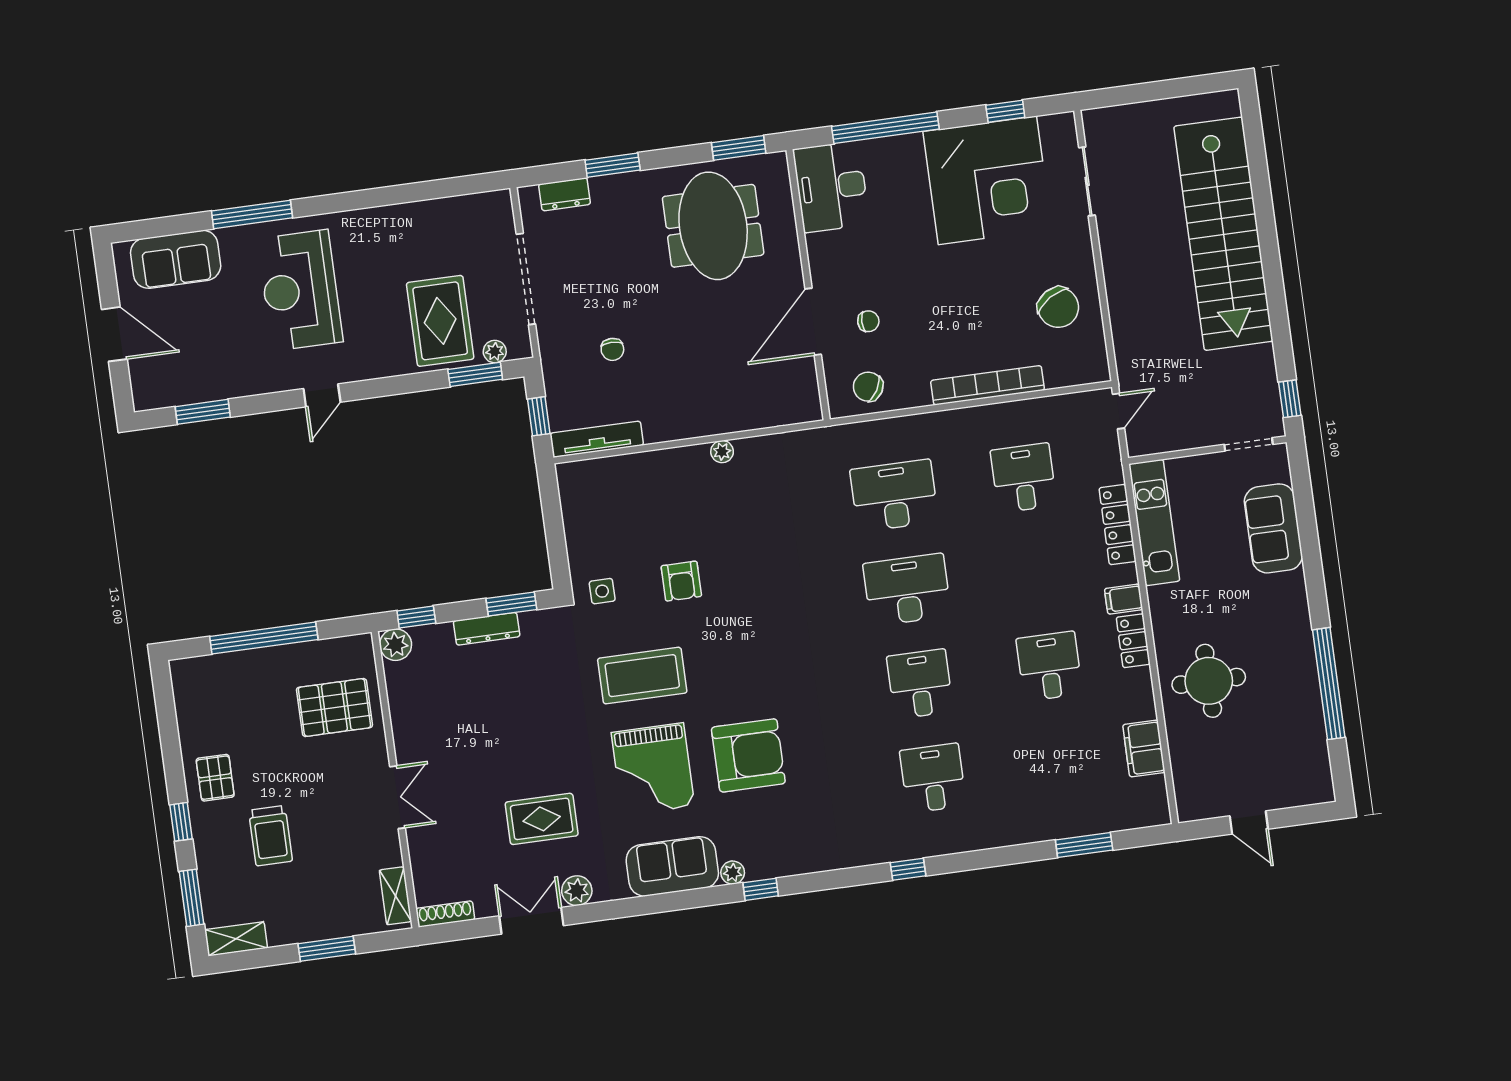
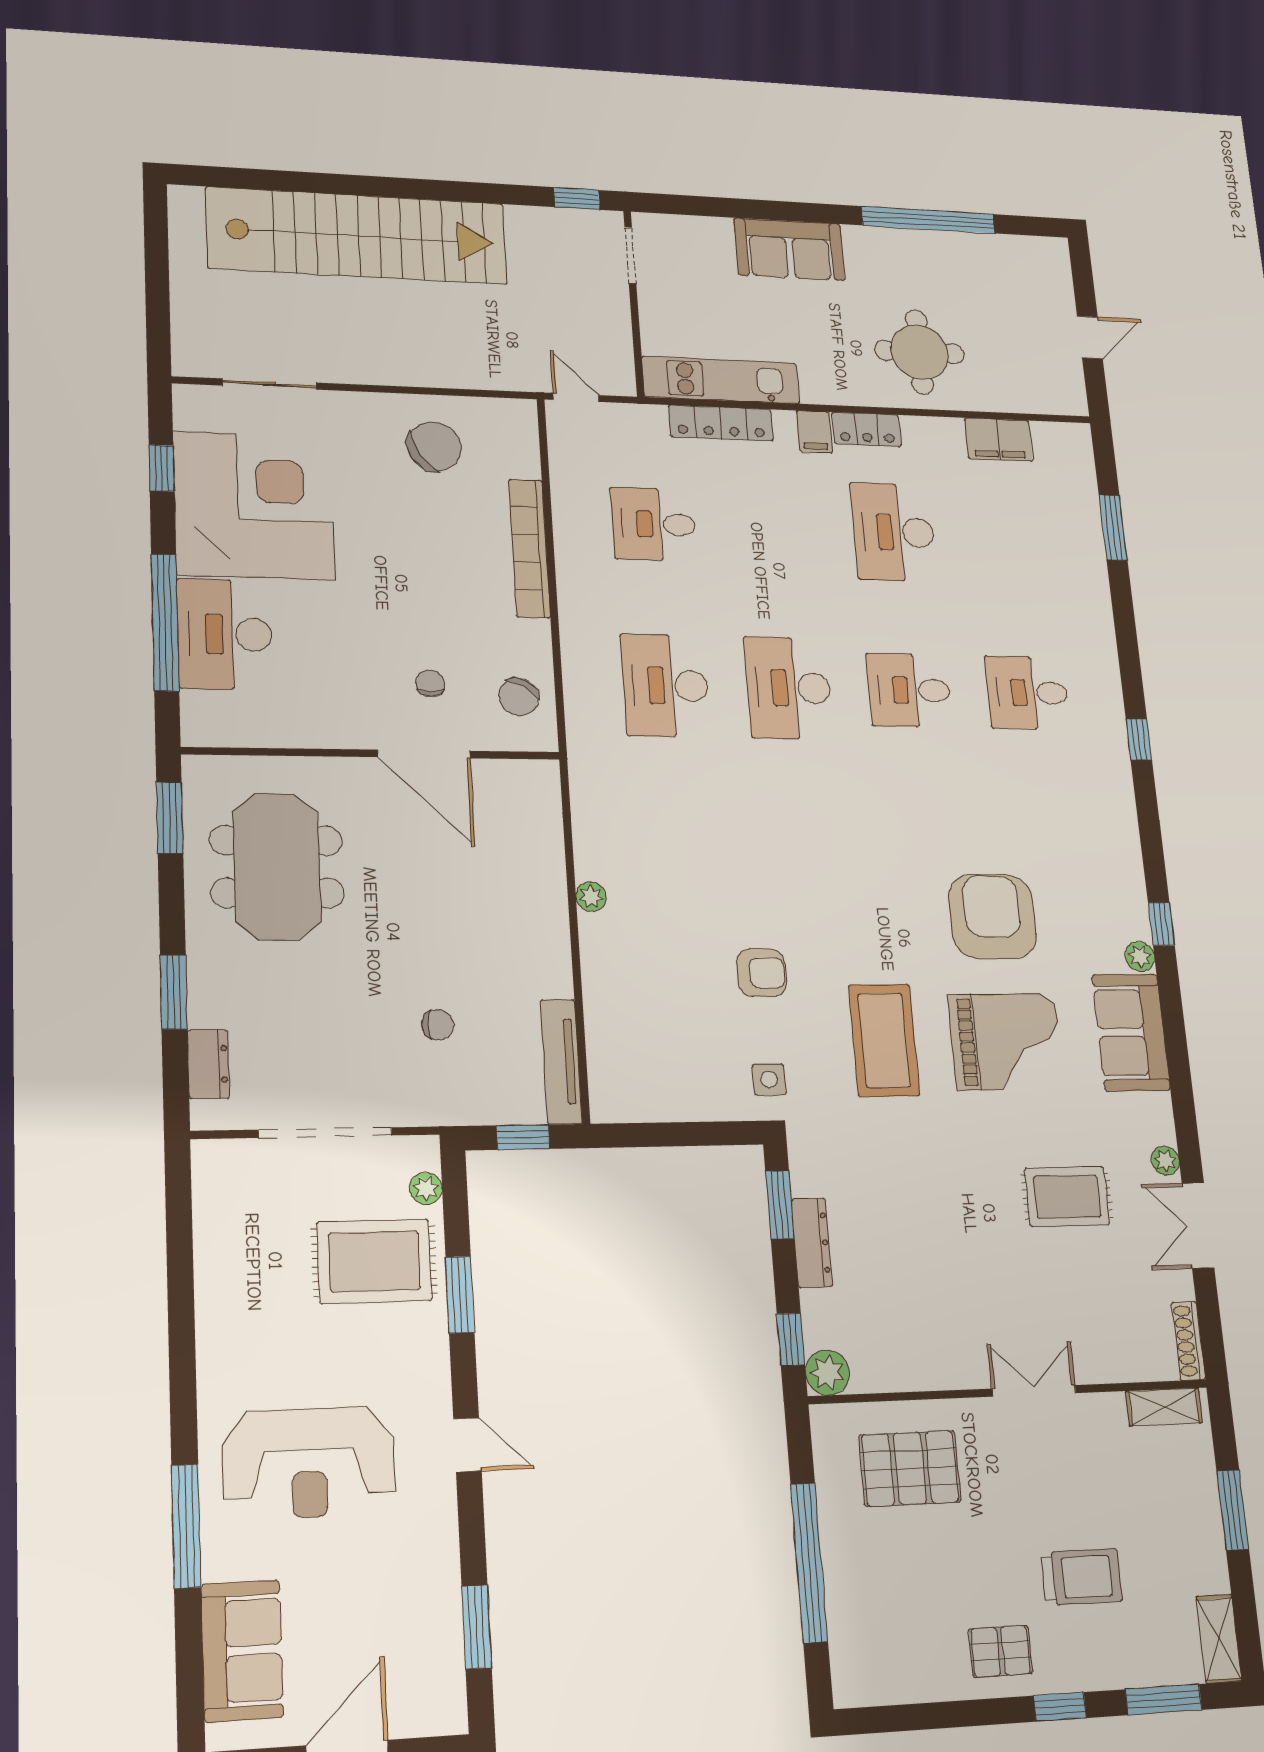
desk: (831, 187) -> (225, 634), moved, turned 90
meeting table: (713, 226) -> (277, 867), turned 90
window: (475, 374) -> (460, 1295), moved
sofa: (1273, 528) -> (789, 249), moved
desk: (1049, 666) -> (894, 532), width x1.37
pallet: (334, 708) -> (910, 1468), turned 90
rug: (542, 819) -> (1067, 1197), turned 90
plant: (577, 891) -> (1165, 1161), width x0.73, depth x0.73

